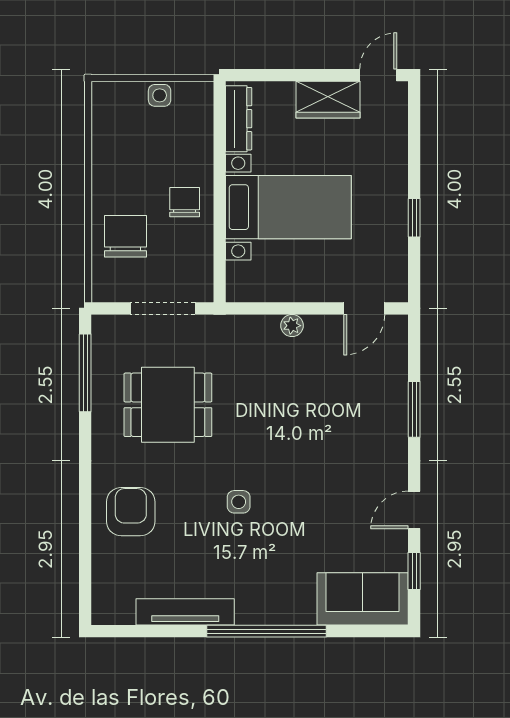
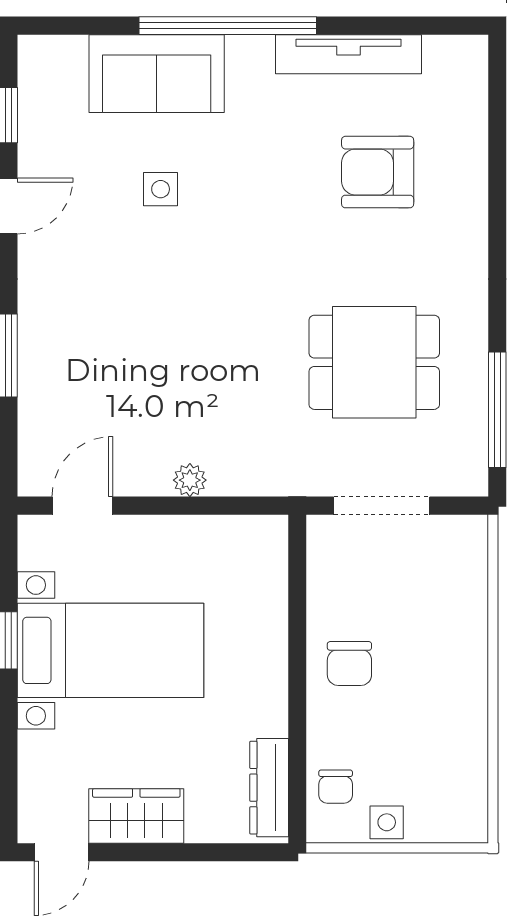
bed with nightstands: (288, 207) -> (110, 650), moved, turned 180
chair: (126, 236) -> (336, 787), moved, width x0.54, depth x0.54
side table: (239, 502) -> (161, 189), moved
armchair: (131, 512) -> (378, 172), moved, turned 90
sofa: (363, 599) -> (157, 74), moved

